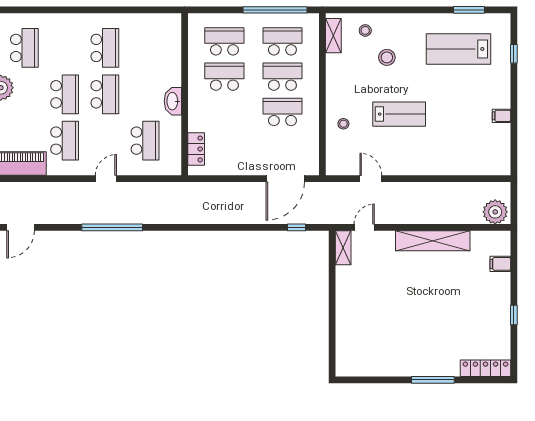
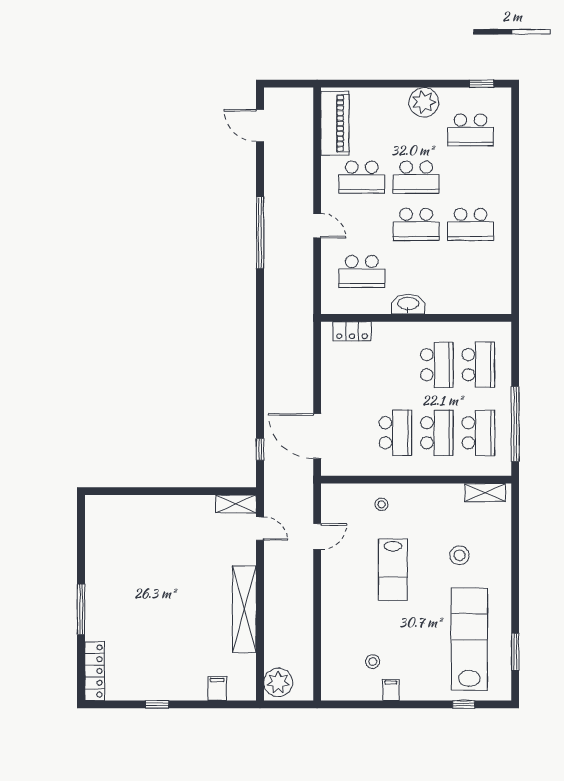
stool: (365, 30) -> (373, 662), moved
lab bench: (458, 49) -> (469, 639), width x1.36

